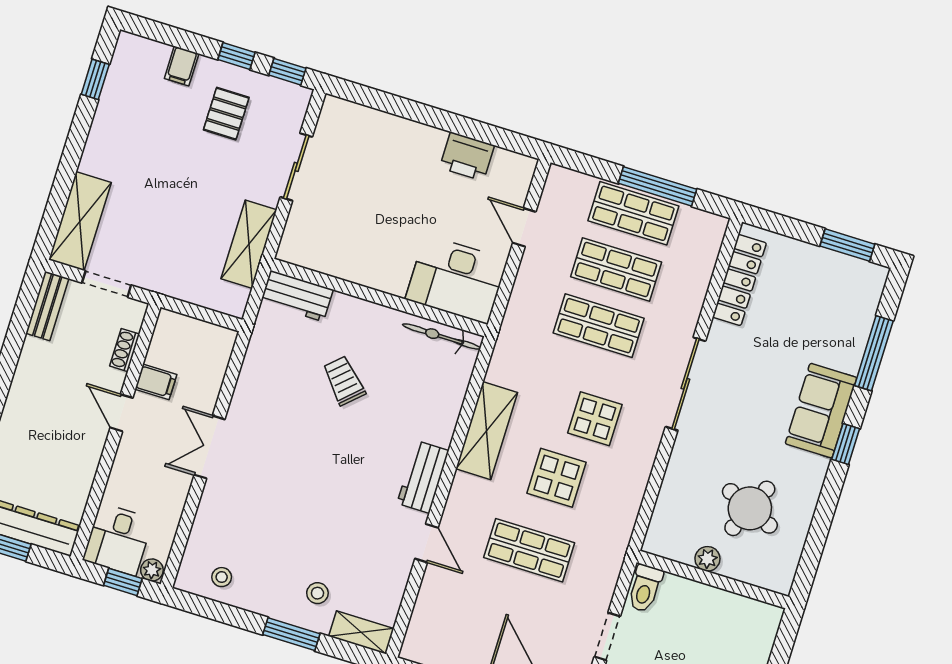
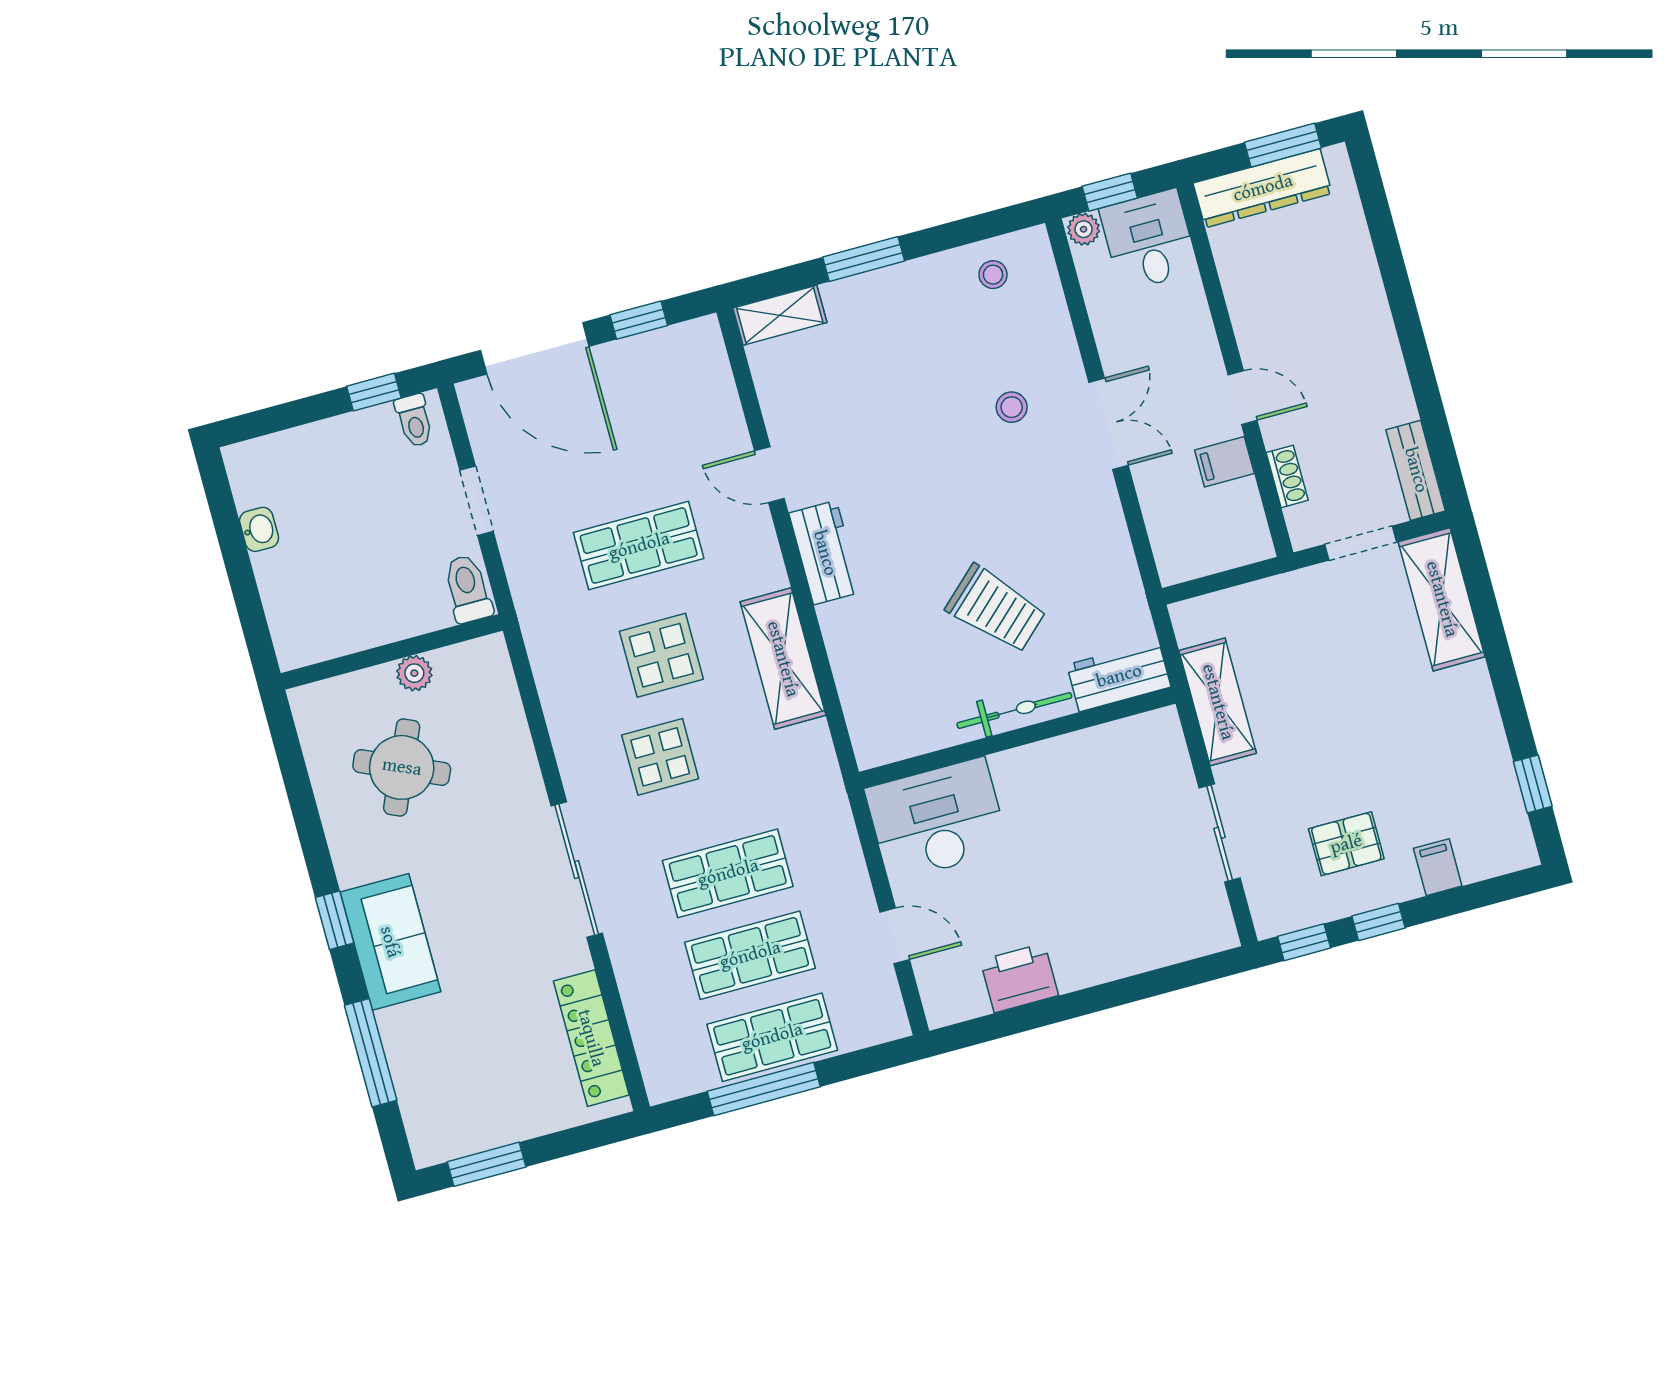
pallet: (226, 114) -> (1346, 844), turned 90
bicycle: (442, 336) -> (1014, 710), moved
trolley: (344, 381) -> (996, 609), width x1.36, depth x1.39
stool: (317, 593) -> (1012, 407), moved

